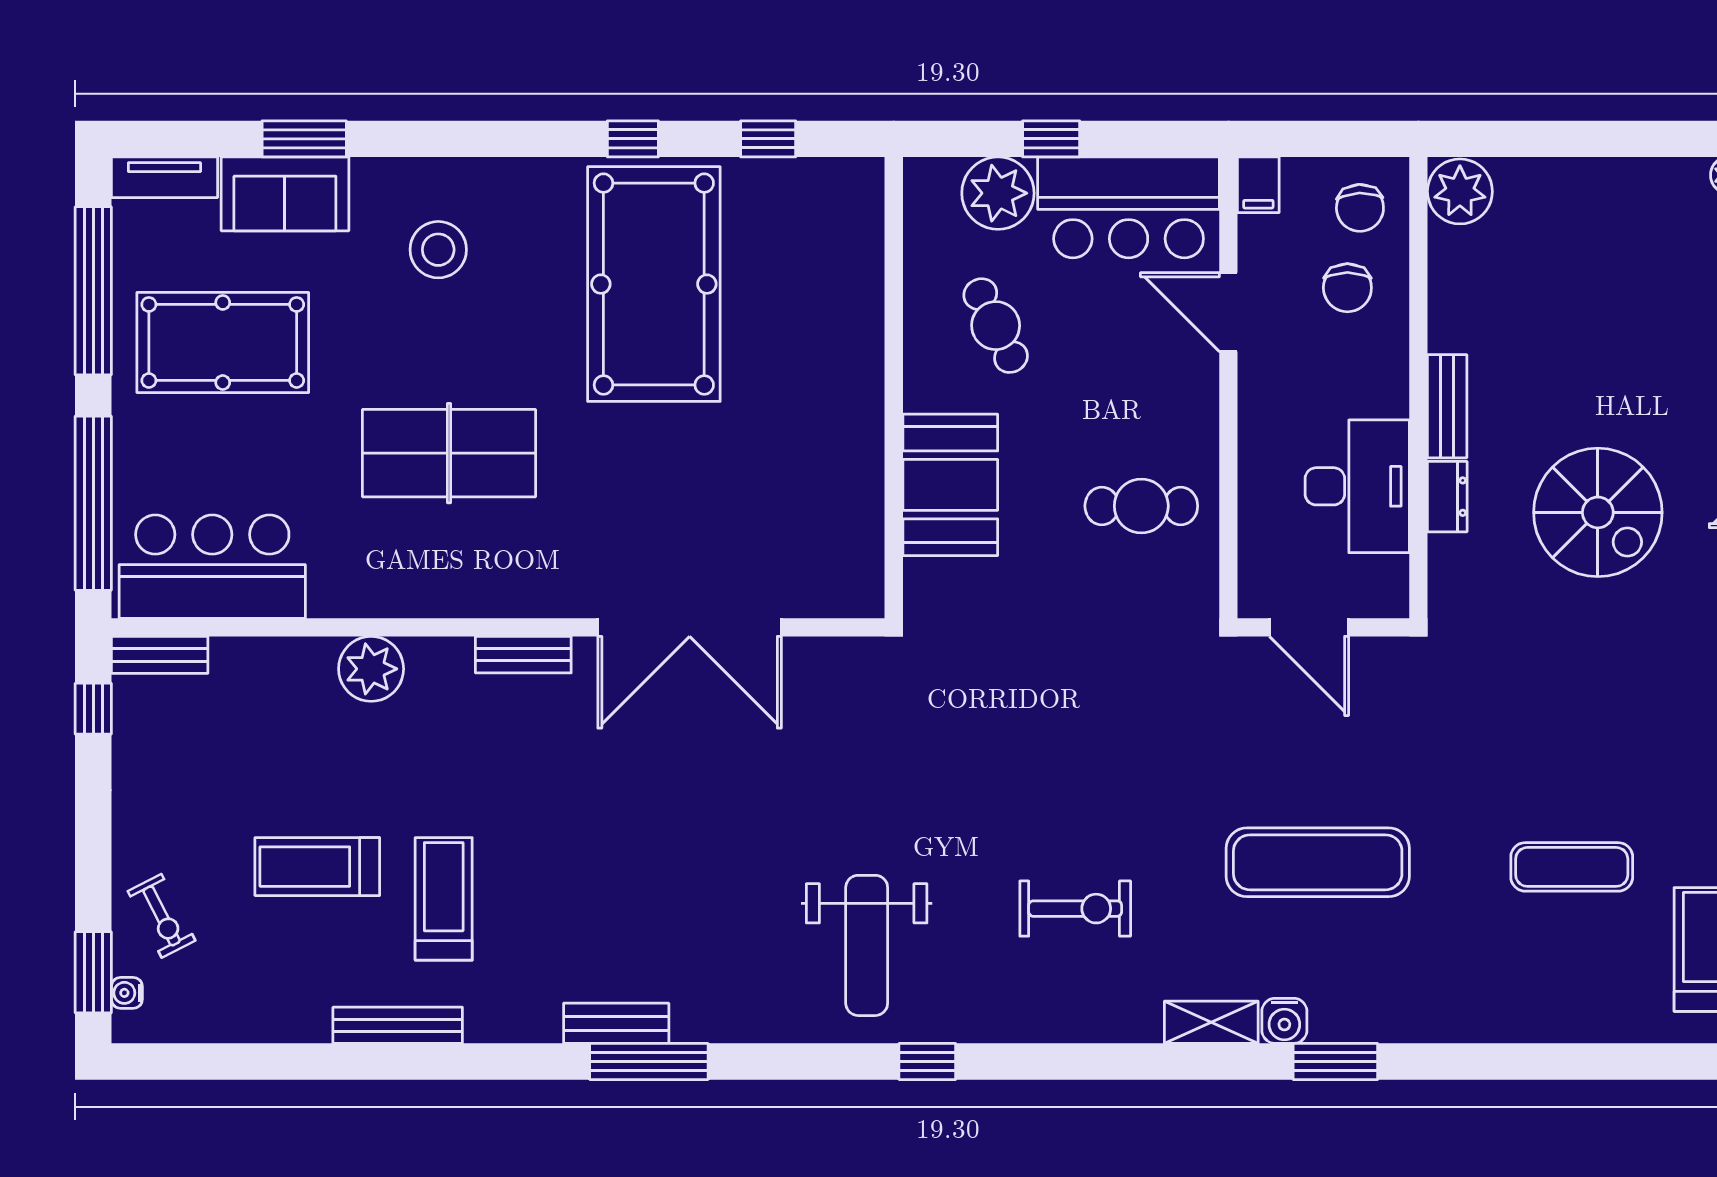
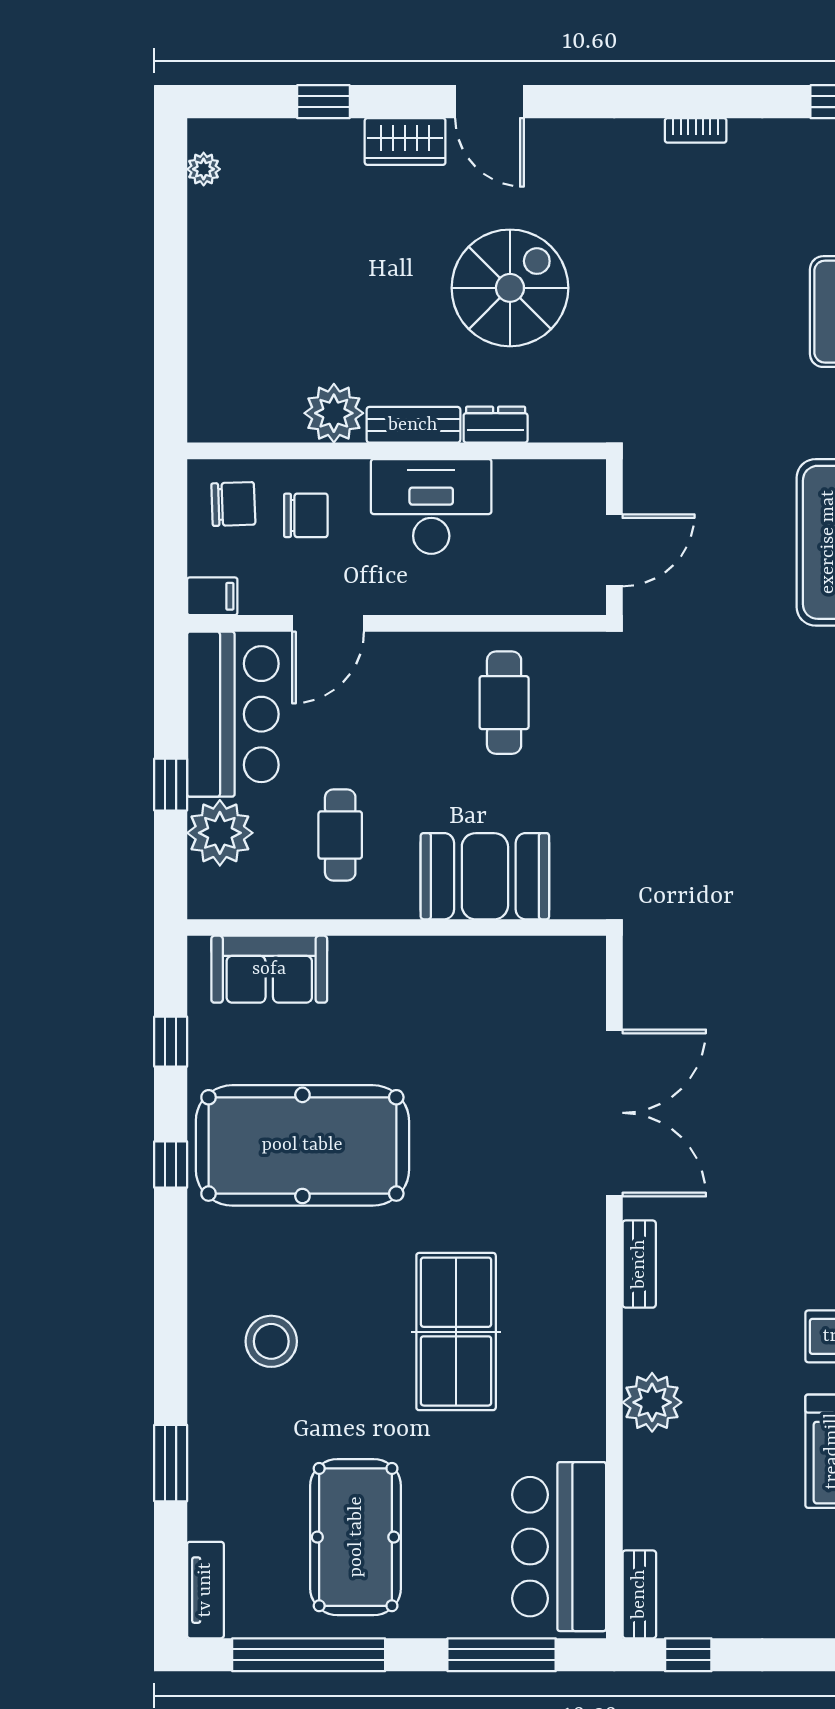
plant: (1460, 191) -> (334, 413), moved
sofa: (285, 194) -> (269, 969), moved, turned 90
cafe table: (996, 326) -> (340, 835), turned -64
desk: (1357, 486) -> (431, 506), moved
window: (93, 503) -> (502, 1655), width x0.68

